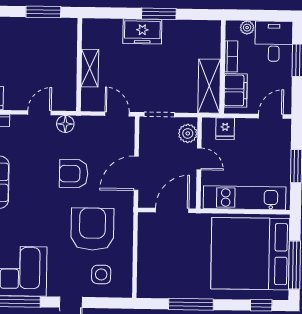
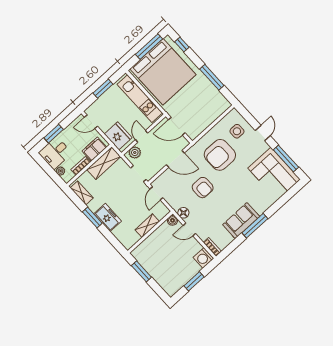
shelving: (199, 28) -> (82, 193), added
boiler: (68, 103) -> (172, 220), added
fridge: (225, 129) -> (118, 136), width x1.88, depth x1.34

